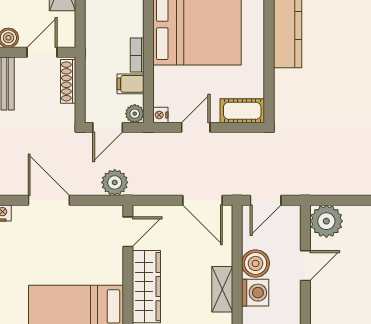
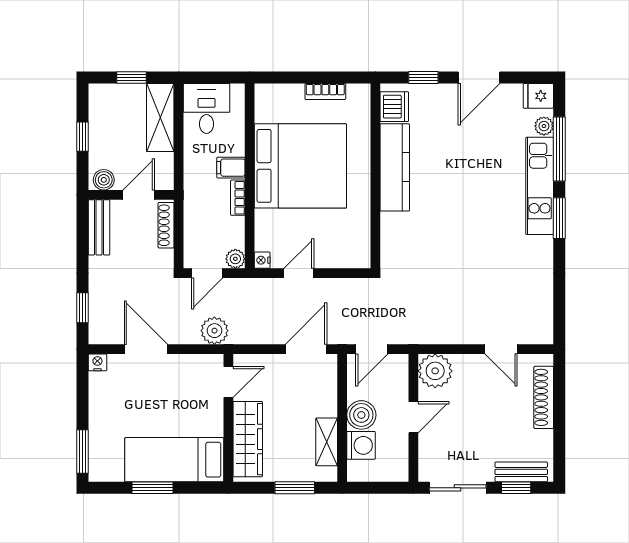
filing cabinet: (130, 84) -> (231, 168), moved
cot: (242, 111) -> (347, 256), removed
door: (202, 200) -> (306, 349), swing flipped

